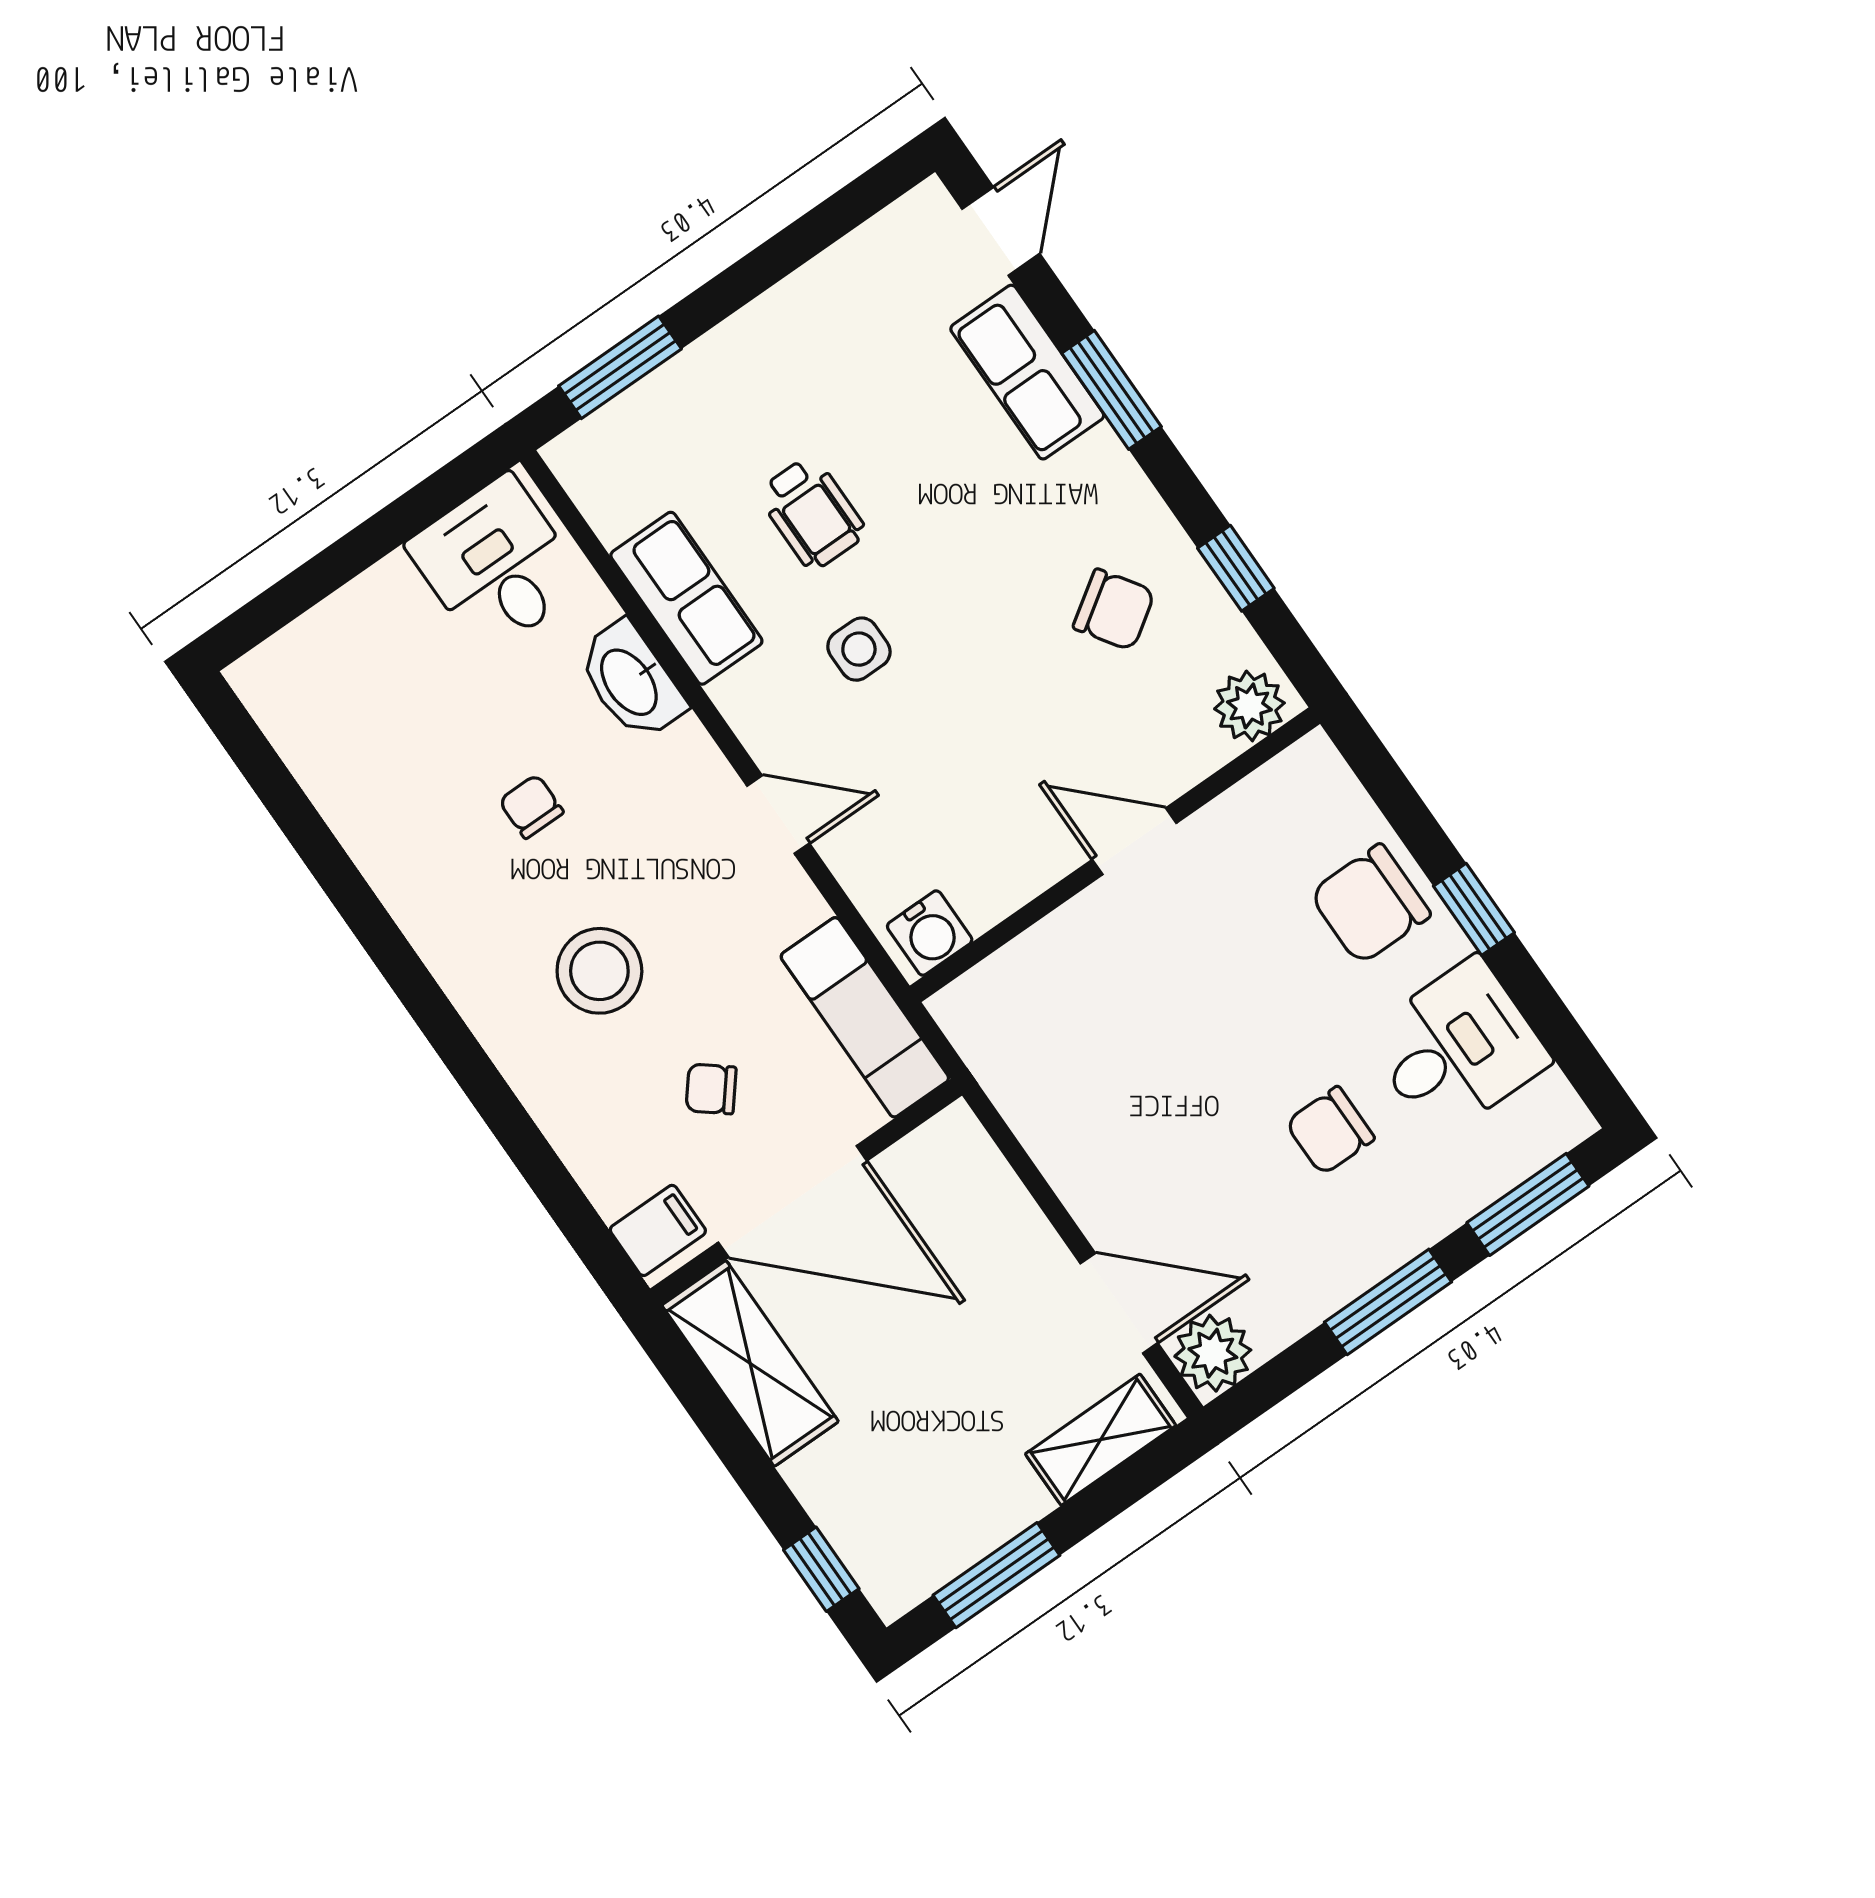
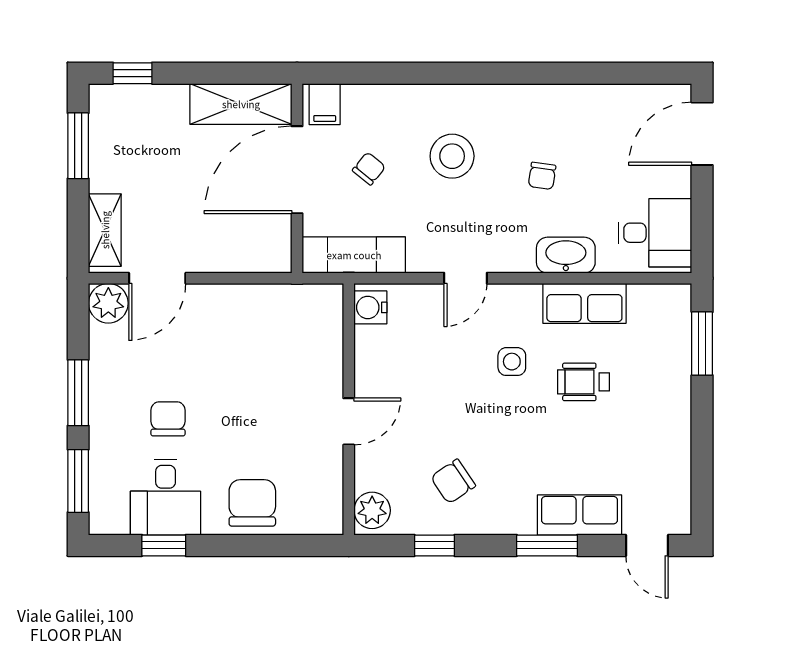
door: (287, 599) -> (702, 134), added
chair: (531, 806) -> (542, 176), turned 98
window: (1474, 909) -> (164, 545), moved

